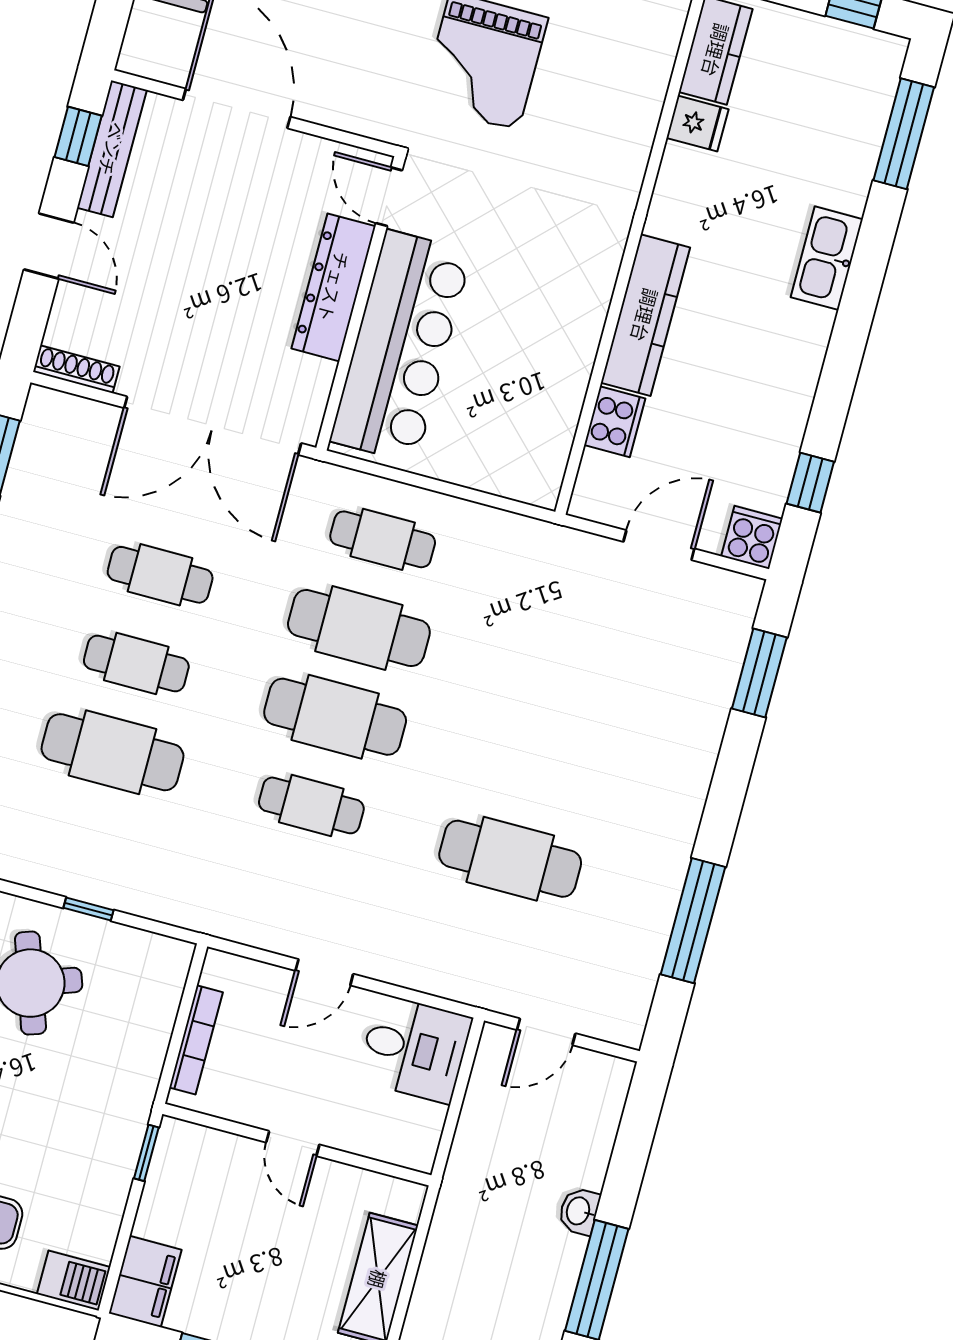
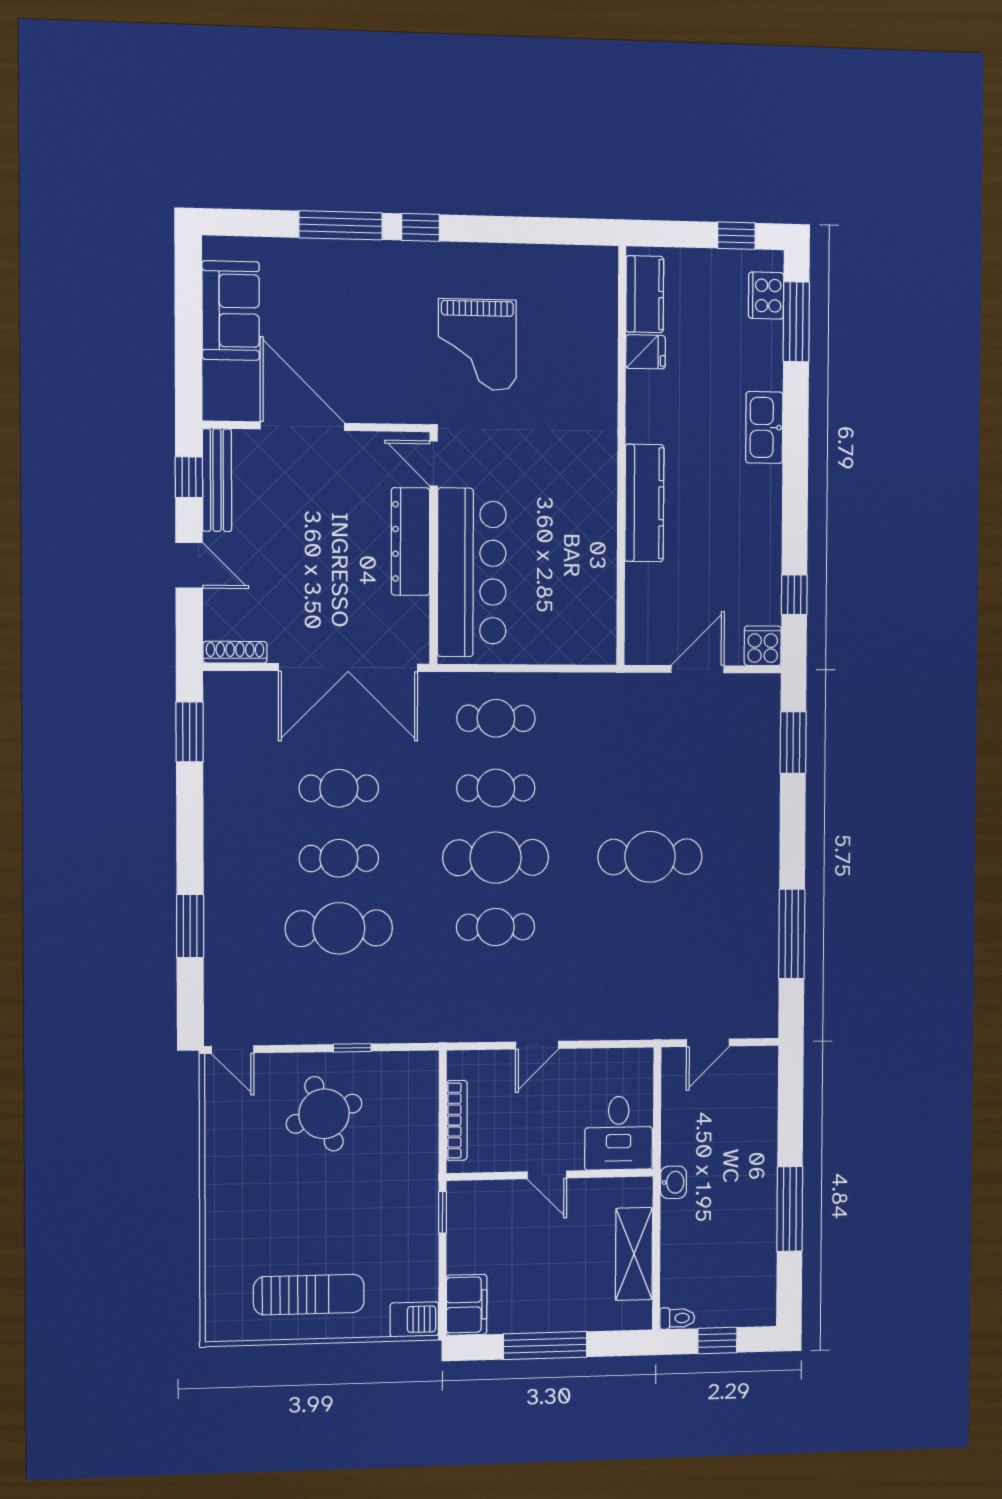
cooker: (615, 422) -> (766, 296), moved, turned 180
cafe table: (359, 628) -> (496, 788), width x0.73, depth x0.74
cafe table: (510, 859) -> (650, 857), moved
desk: (415, 1049) -> (619, 1133), moved, turned 90
washbasin: (579, 1211) -> (673, 1182), moved, turned 180

